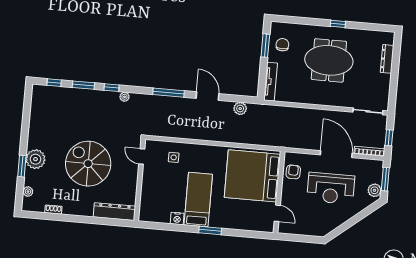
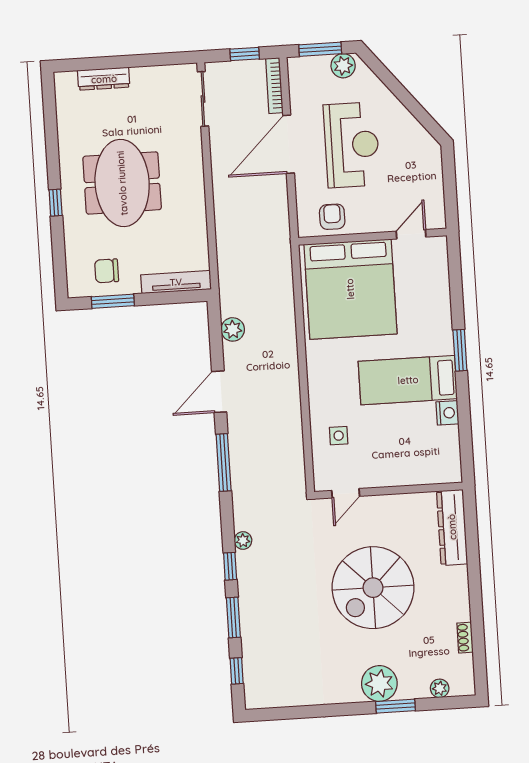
window: (338, 24) -> (56, 203), moved
armchair: (293, 172) -> (332, 217), turned 89

